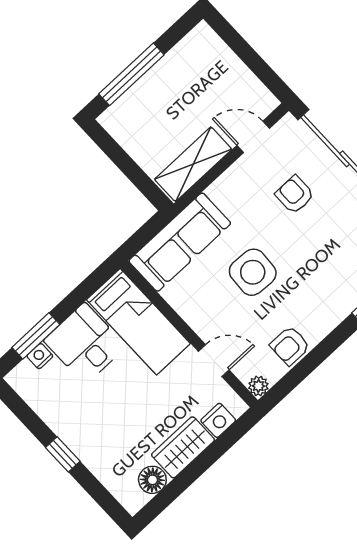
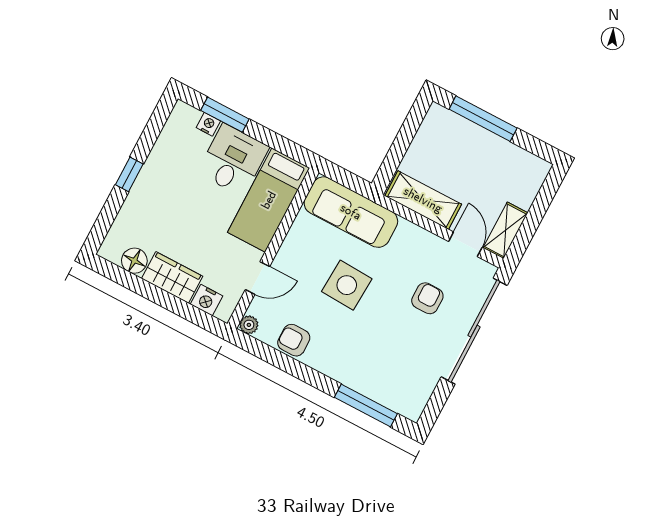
shelving: (253, 91) -> (506, 230), added
door: (214, 361) -> (257, 278), hinge flipped

